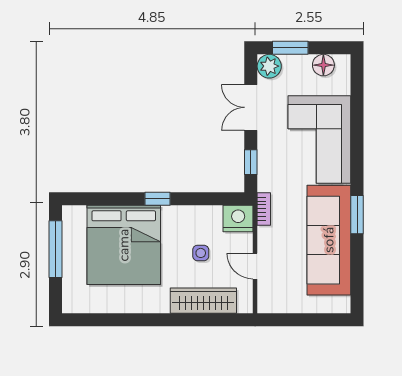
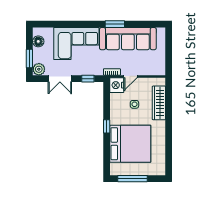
door: (255, 266) -> (131, 76), moved

